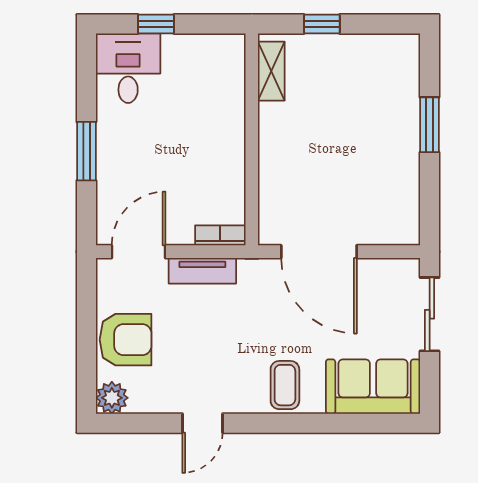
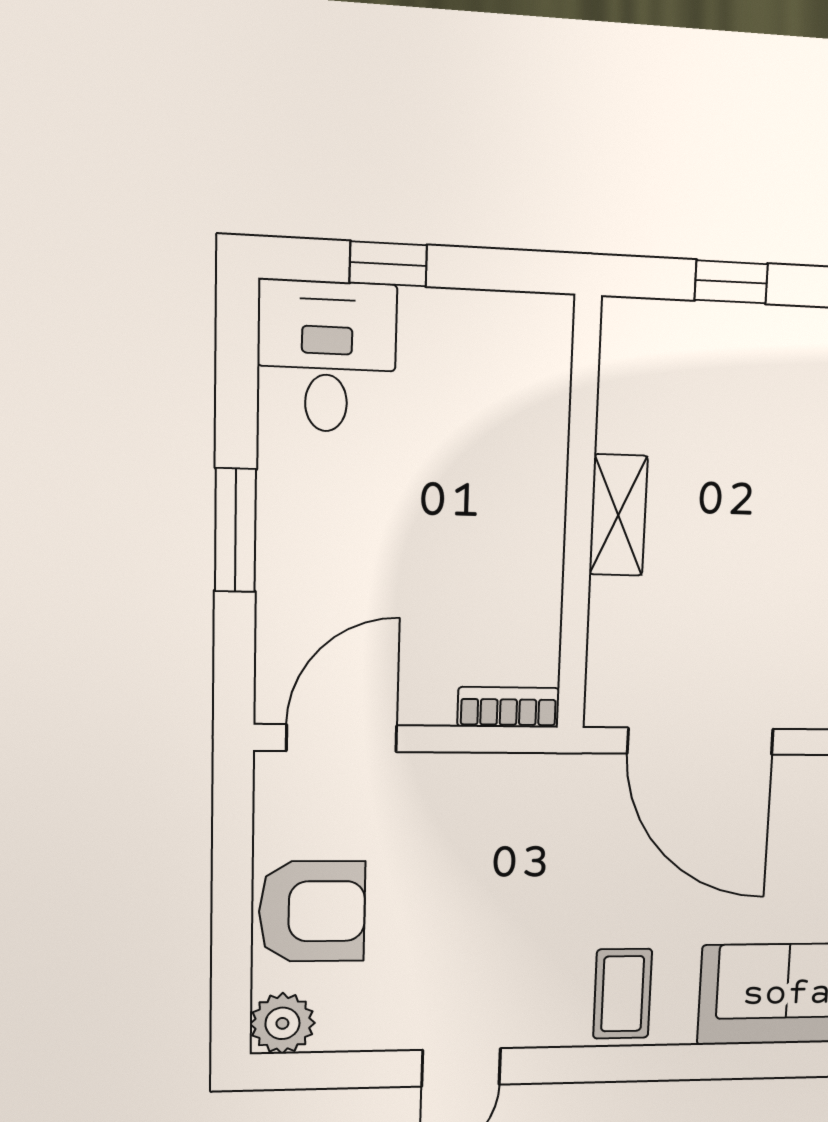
shelving: (271, 71) -> (618, 515), moved
tv unit: (202, 271) -> (470, 777), removed

